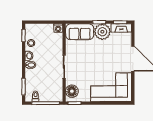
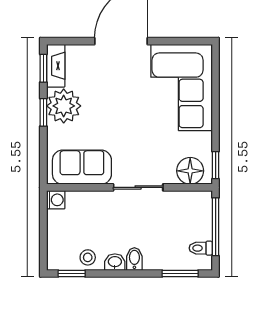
sofa: (80, 32) -> (82, 167), moved, turned -90

